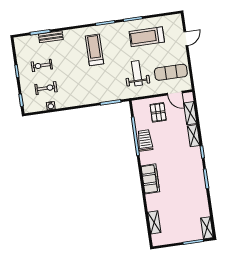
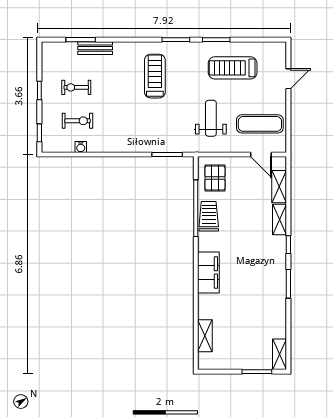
pallet: (158, 112) -> (215, 178), moved

